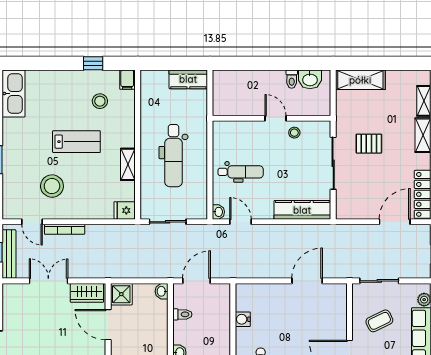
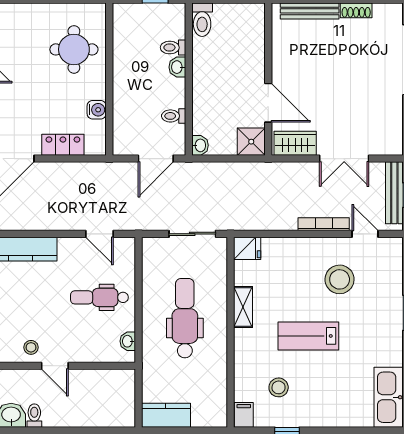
washbasin: (218, 212) -> (128, 341), moved
locker: (269, 292) -> (63, 145), added

